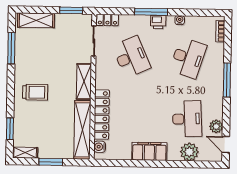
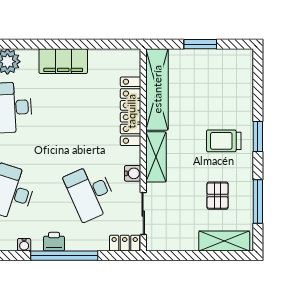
window: (71, 10) -> (175, 256), removed
window: (151, 12) -> (64, 256), width x1.46
pallet: (40, 53) -> (218, 196), added
window: (10, 129) -> (258, 137), moved
water cooler: (100, 147) -> (133, 173), moved
shelving: (25, 153) -> (236, 56), removed

